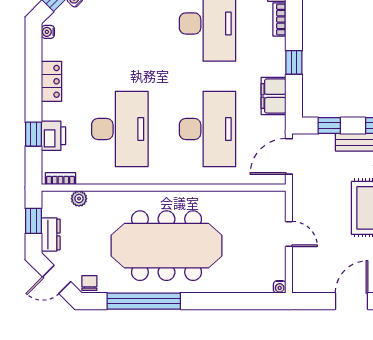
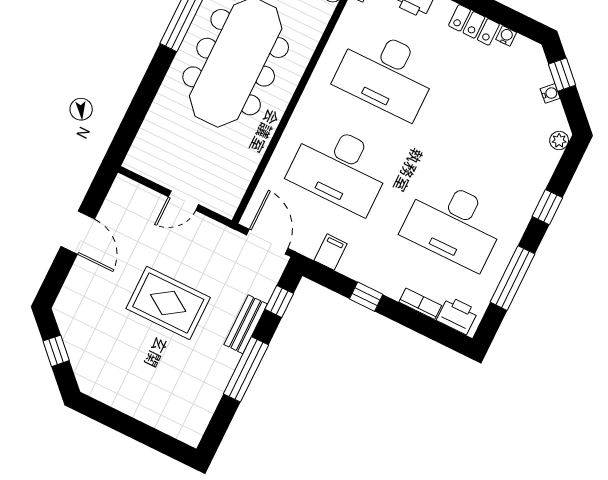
water cooler: (48, 32) -> (506, 36), moved
filing cabinet: (274, 96) -> (331, 252), width x0.50
water cooler: (280, 287) -> (131, 163), removed

